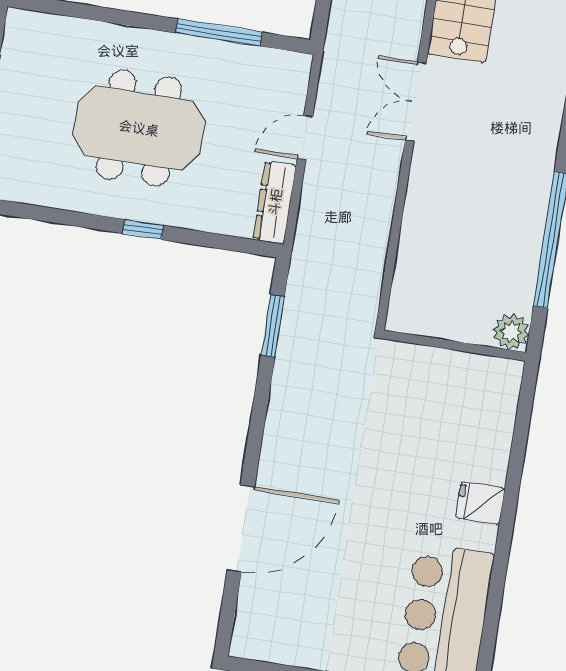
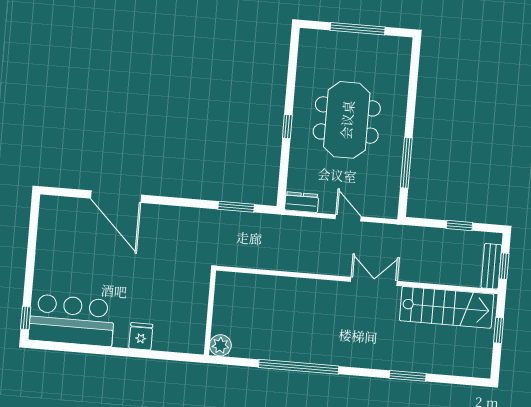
dresser: (275, 202) -> (302, 202), width x0.70
plant: (511, 332) -> (220, 345), moved
wall: (455, 346) -> (210, 313), moved

